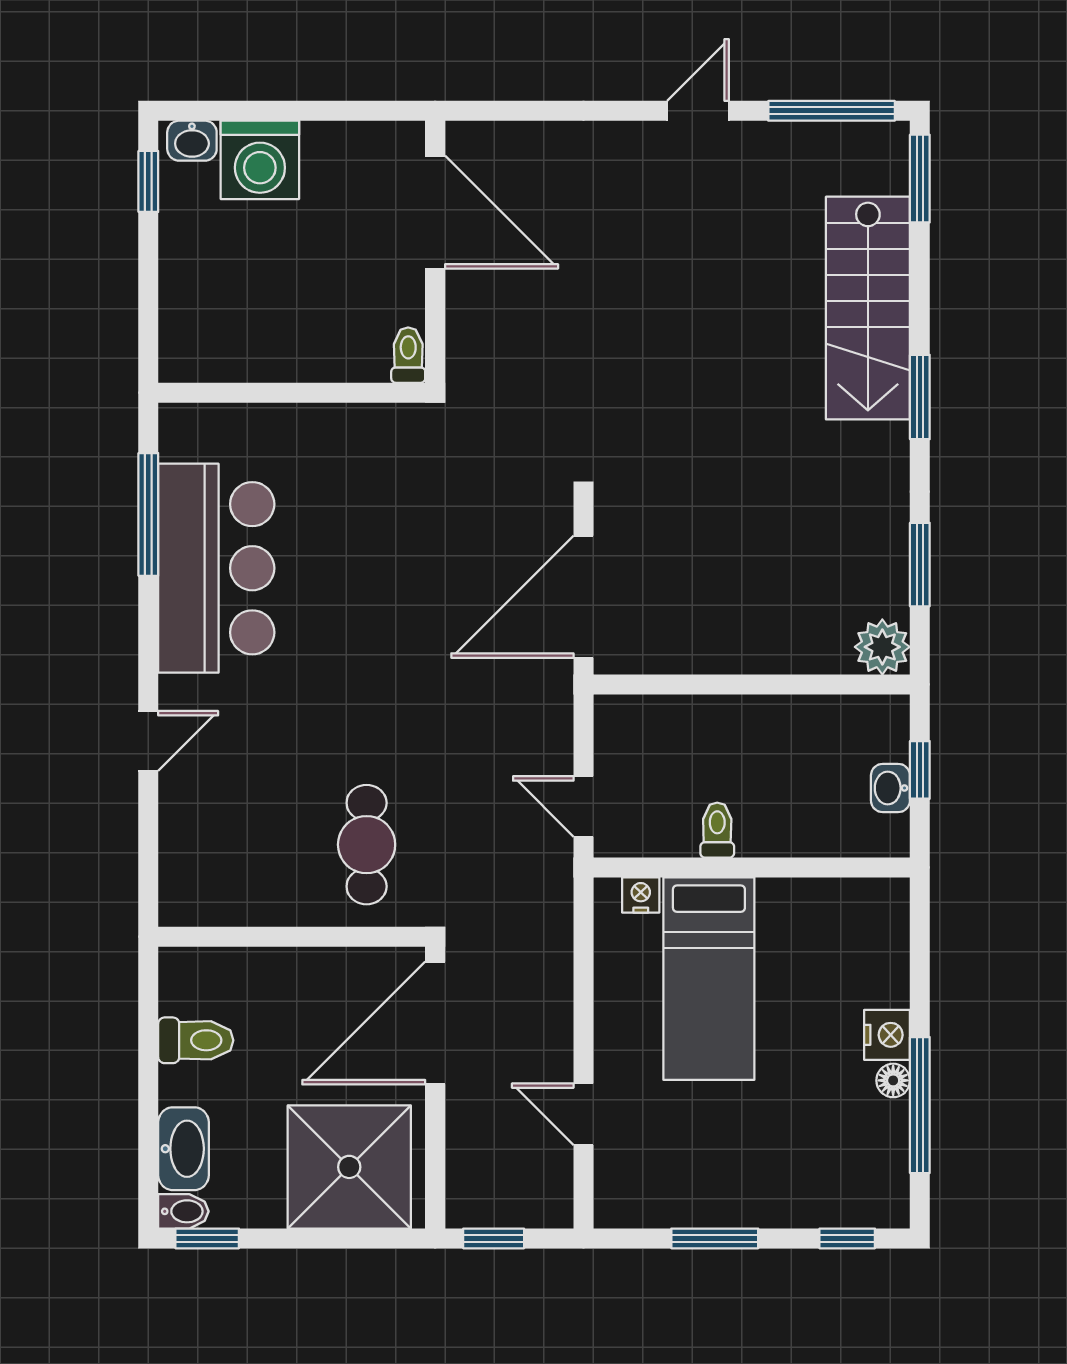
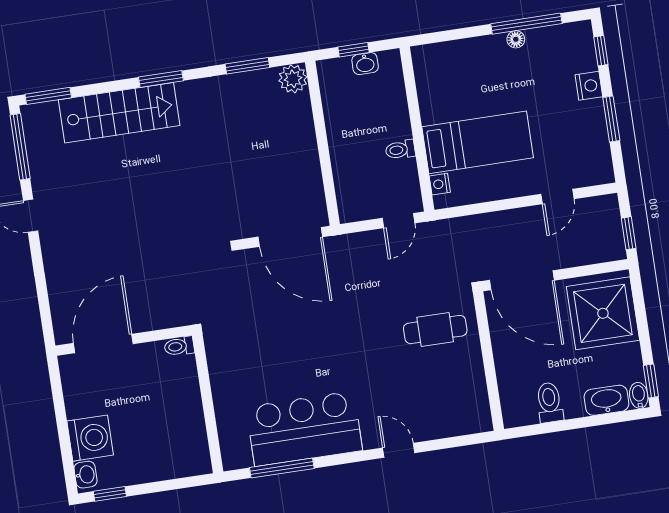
nightstand: (887, 1035) -> (589, 86), moved, turned 90

